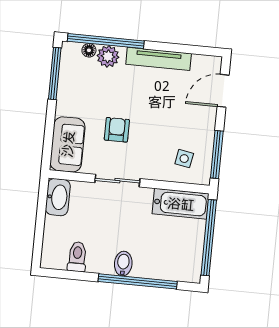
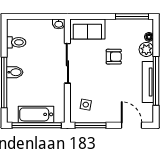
window: (106, 41) -> (156, 81), moved
armchair: (117, 130) -> (114, 57), moved
sliding door: (117, 181) -> (67, 63), width x1.37
washbasin: (58, 197) -> (59, 24), width x0.52, depth x0.69
bathtub: (181, 204) -> (36, 114), moved, turned 90

